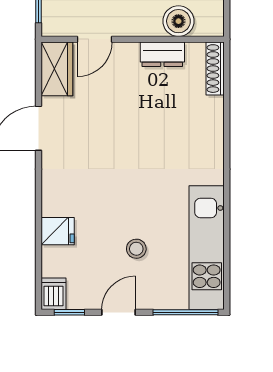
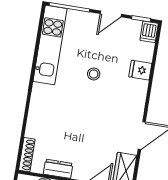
stool: (136, 249) -> (94, 74), moved

